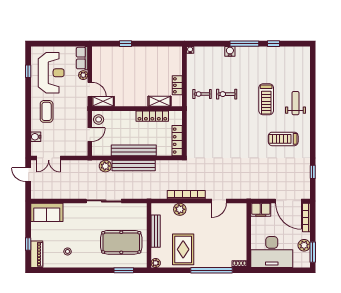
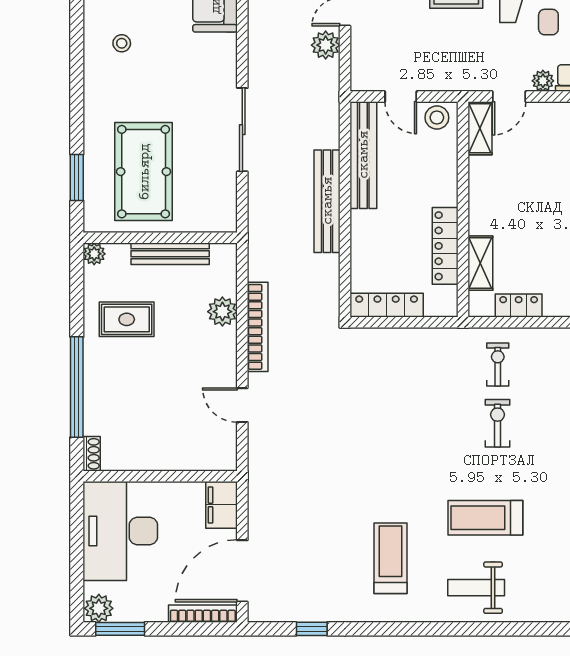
weight bench: (295, 103) -> (476, 588), turned 180
bench: (134, 150) -> (363, 155), moved
plant: (105, 166) -> (326, 45), moved
plant: (304, 245) -> (99, 608), moved
rug: (183, 249) -> (127, 319), width x0.73, depth x0.70

